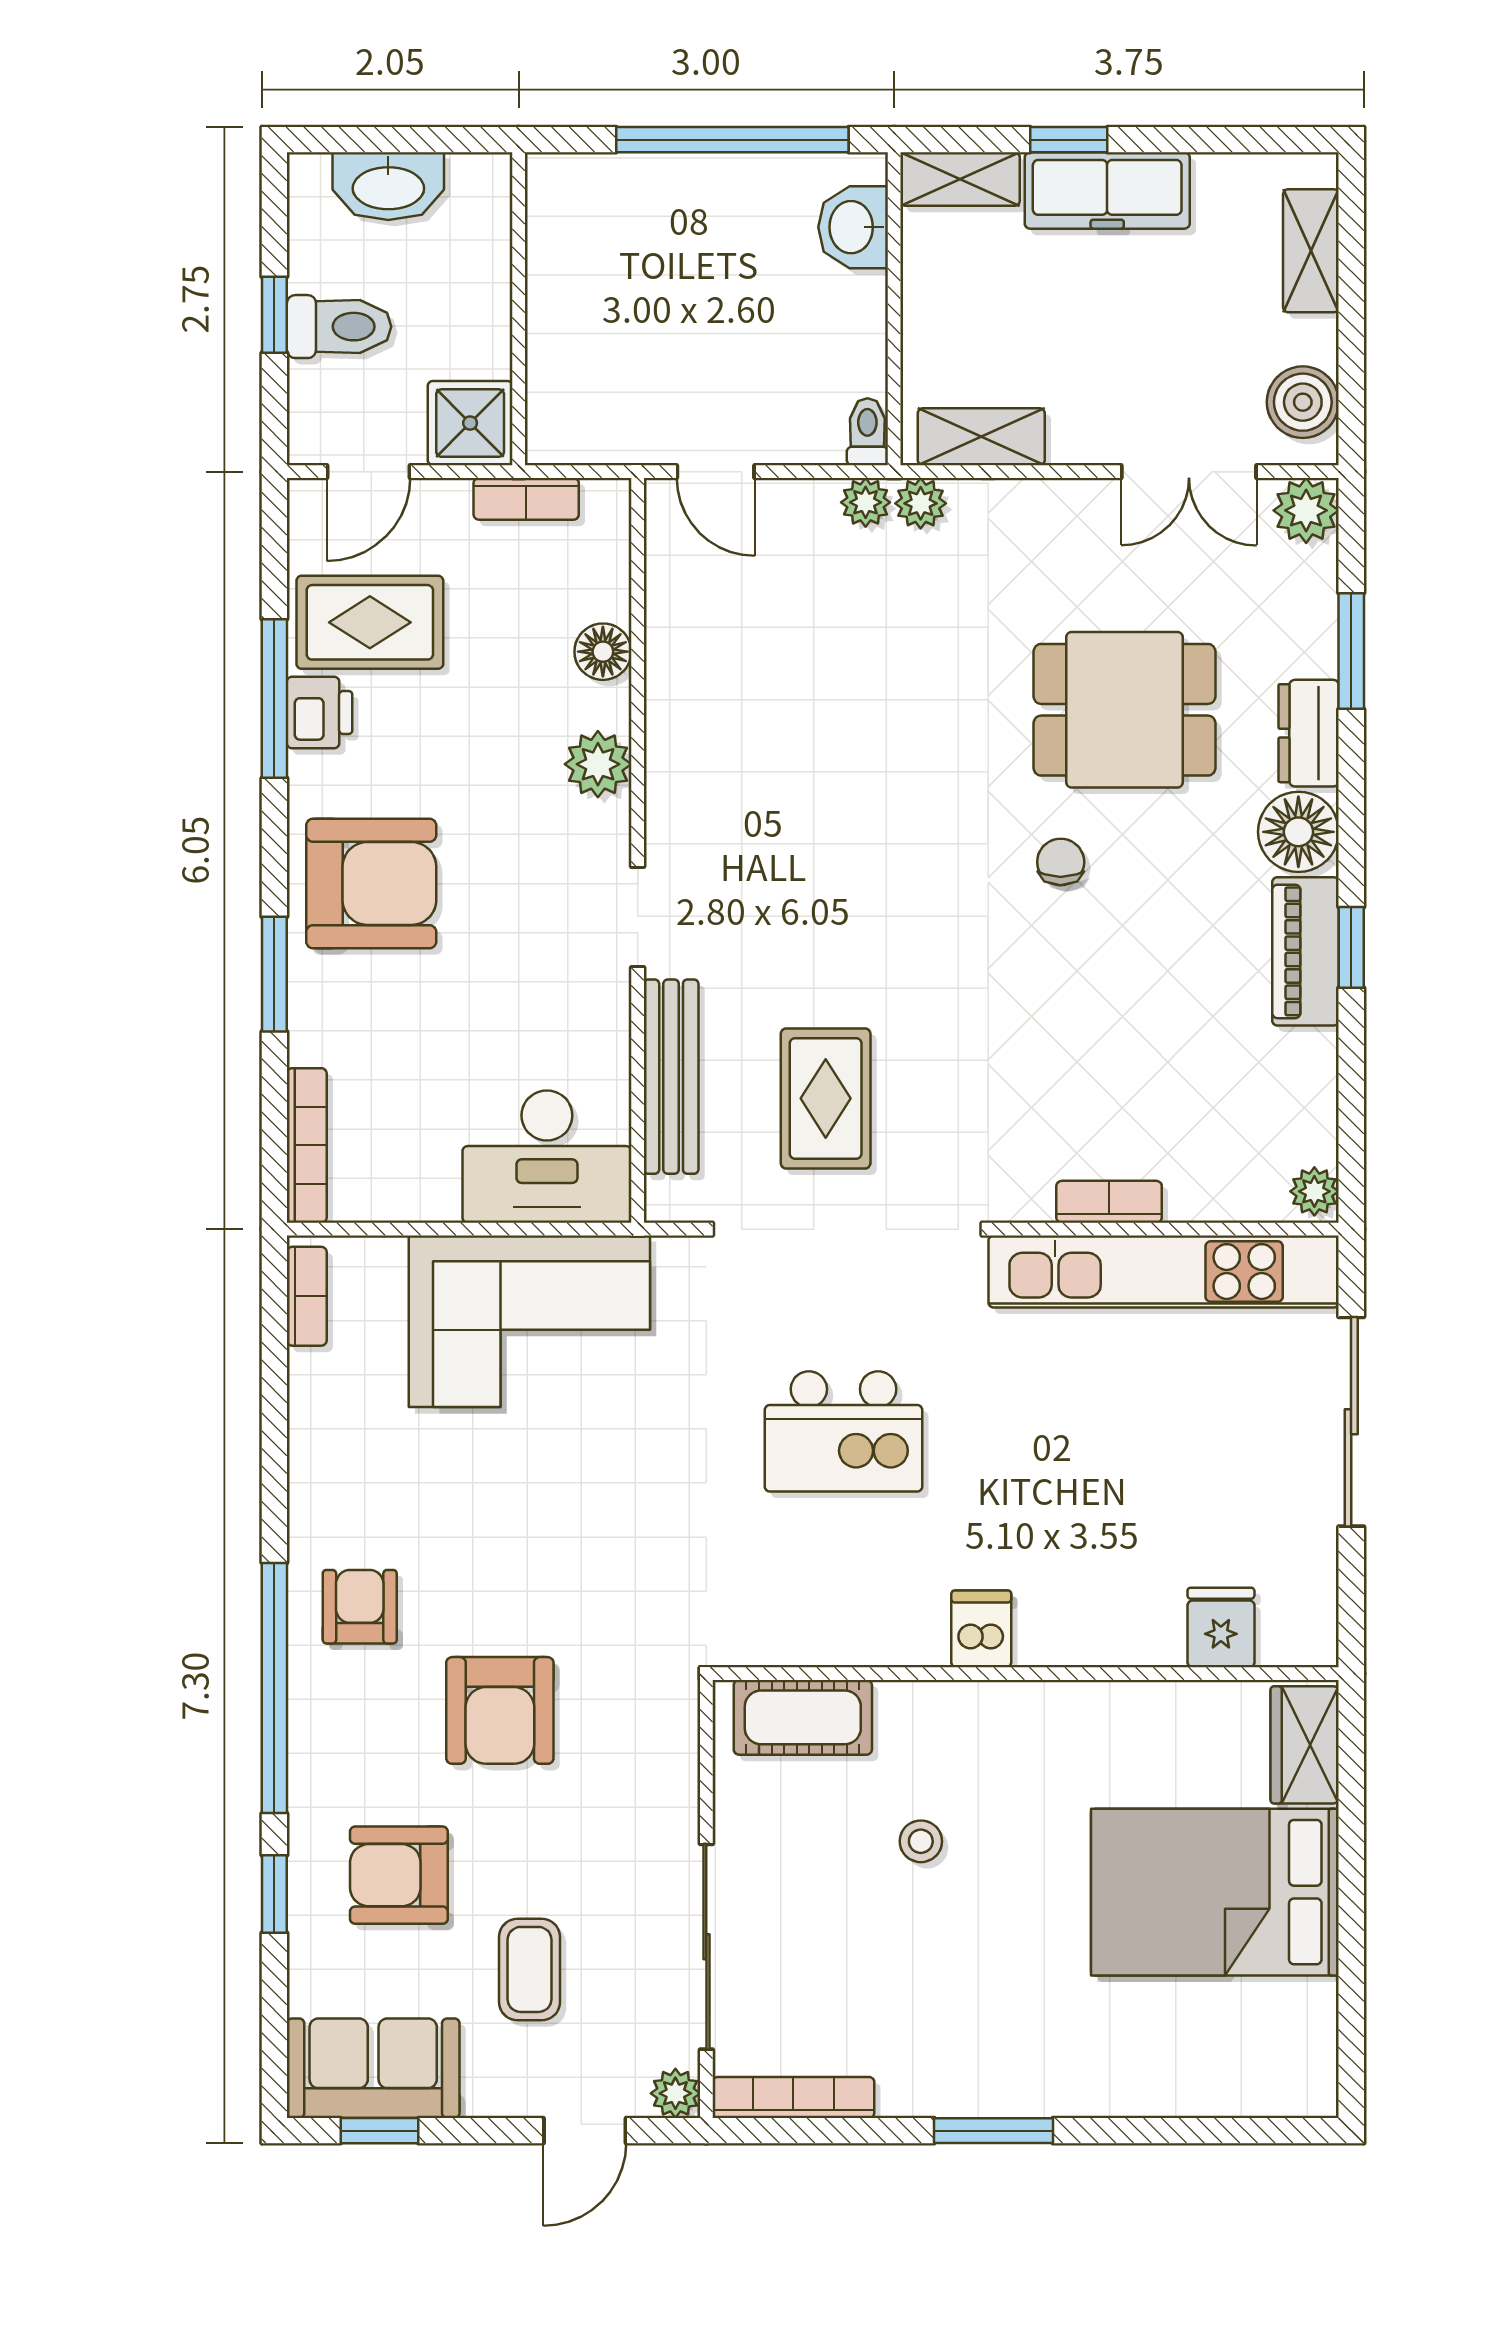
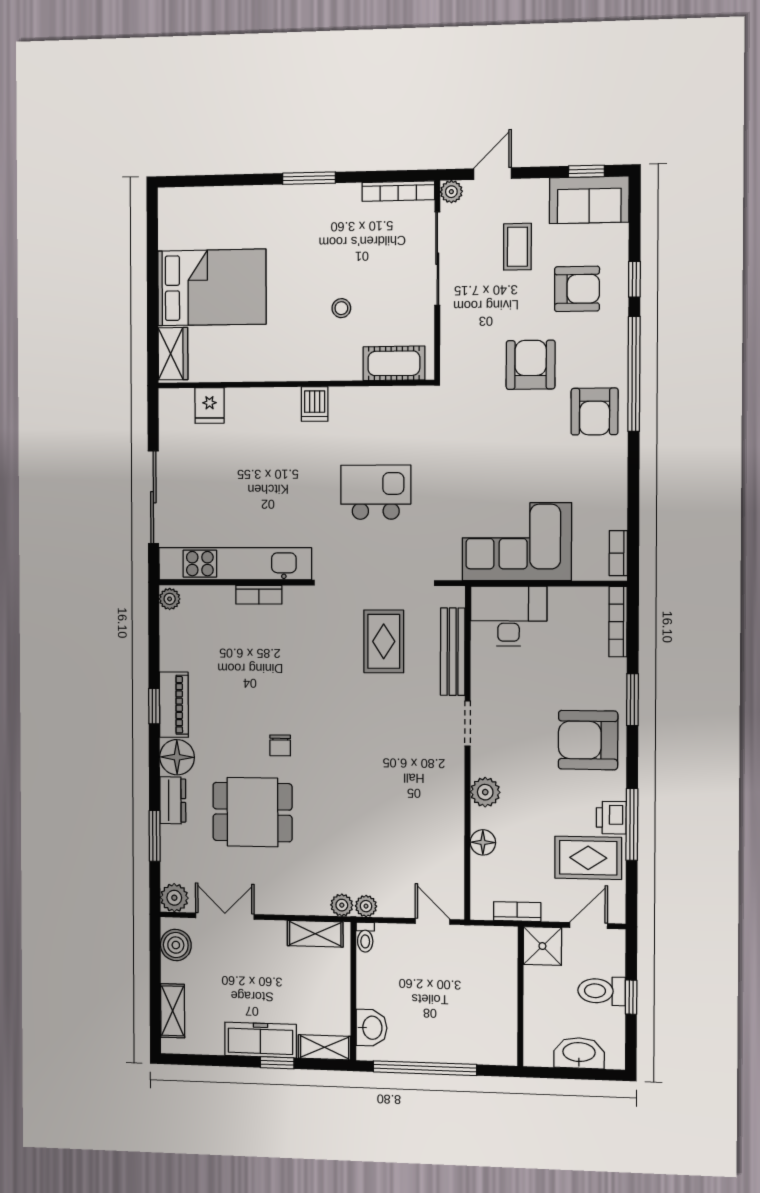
armchair: (360, 1607) -> (595, 412), width x1.38, depth x1.38

